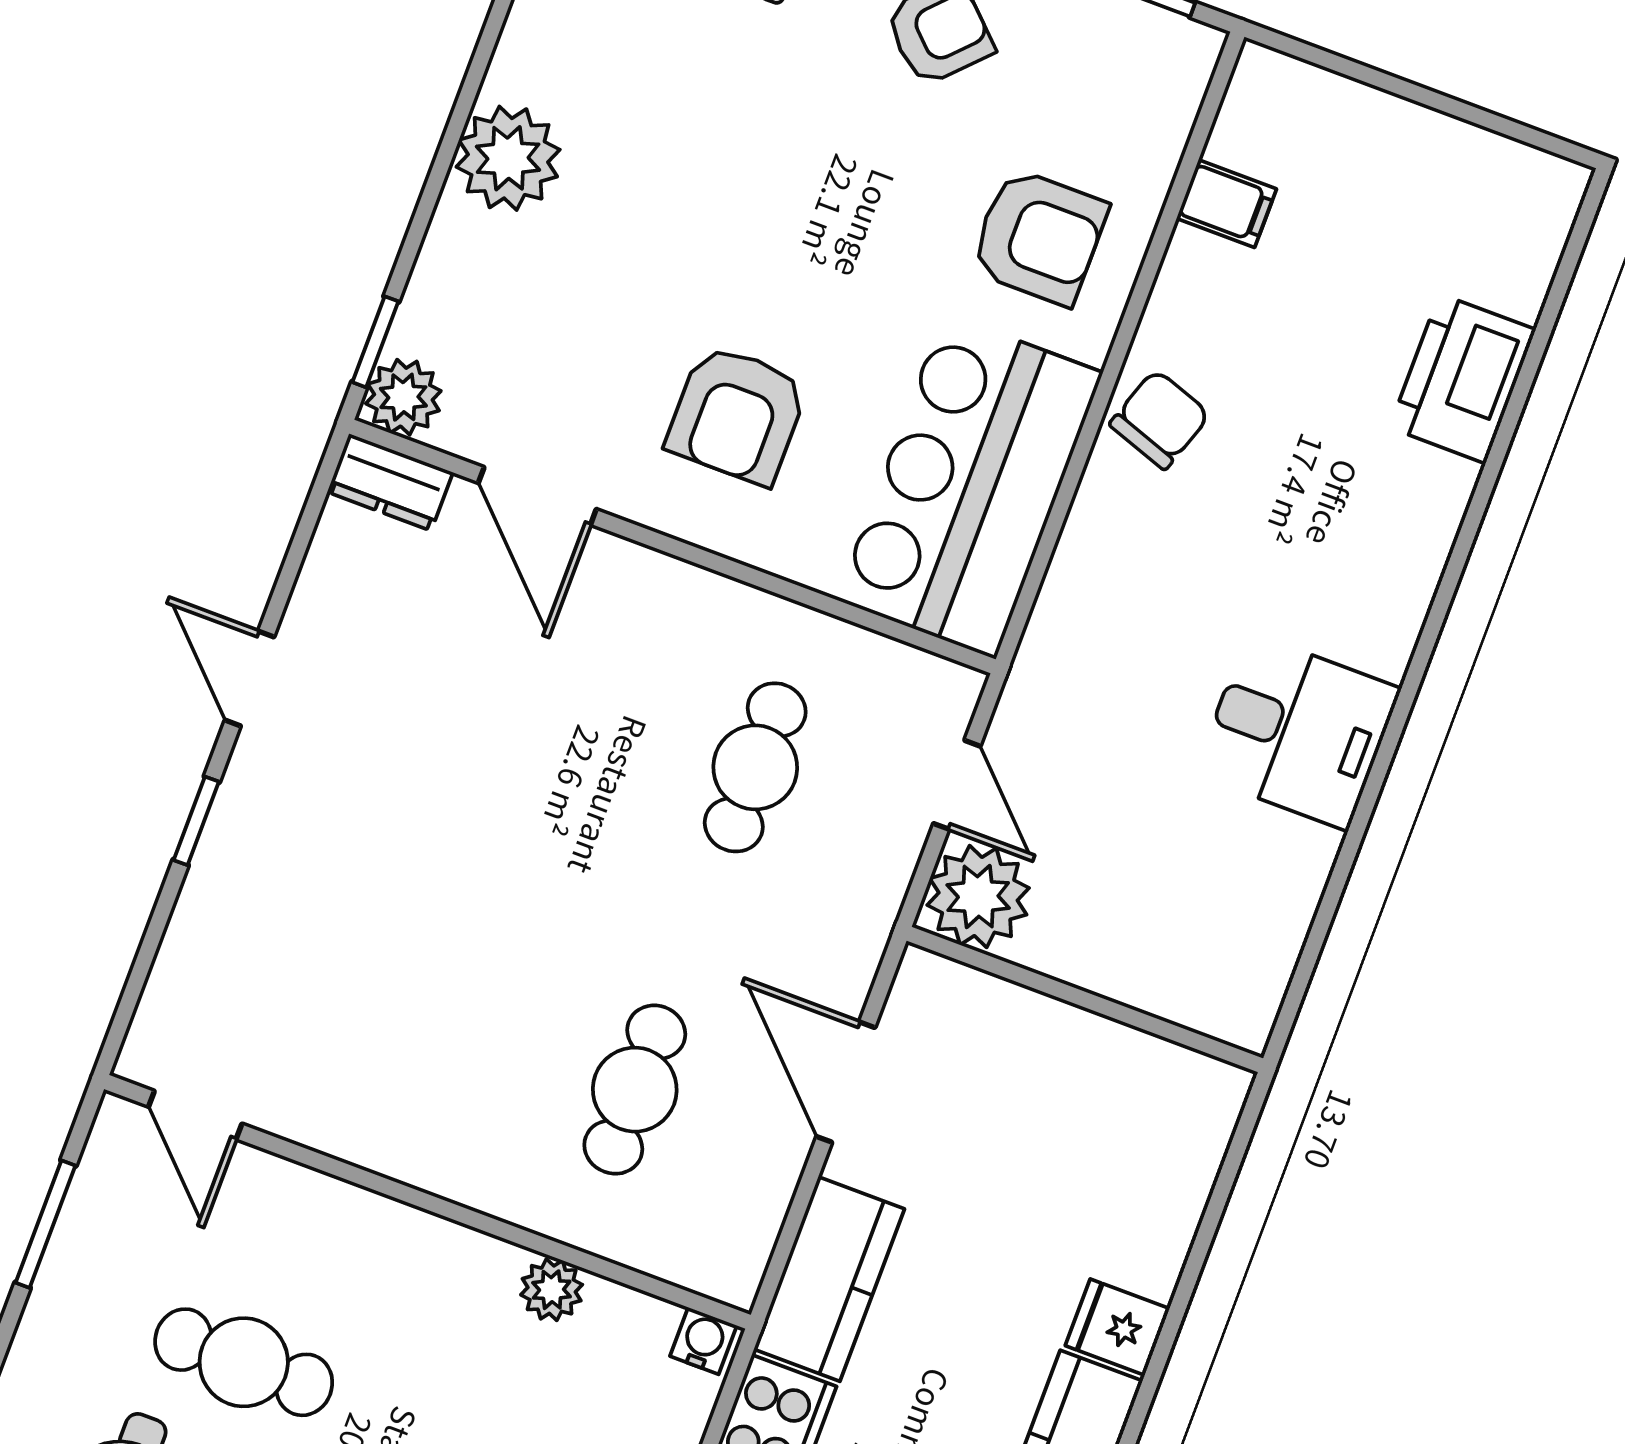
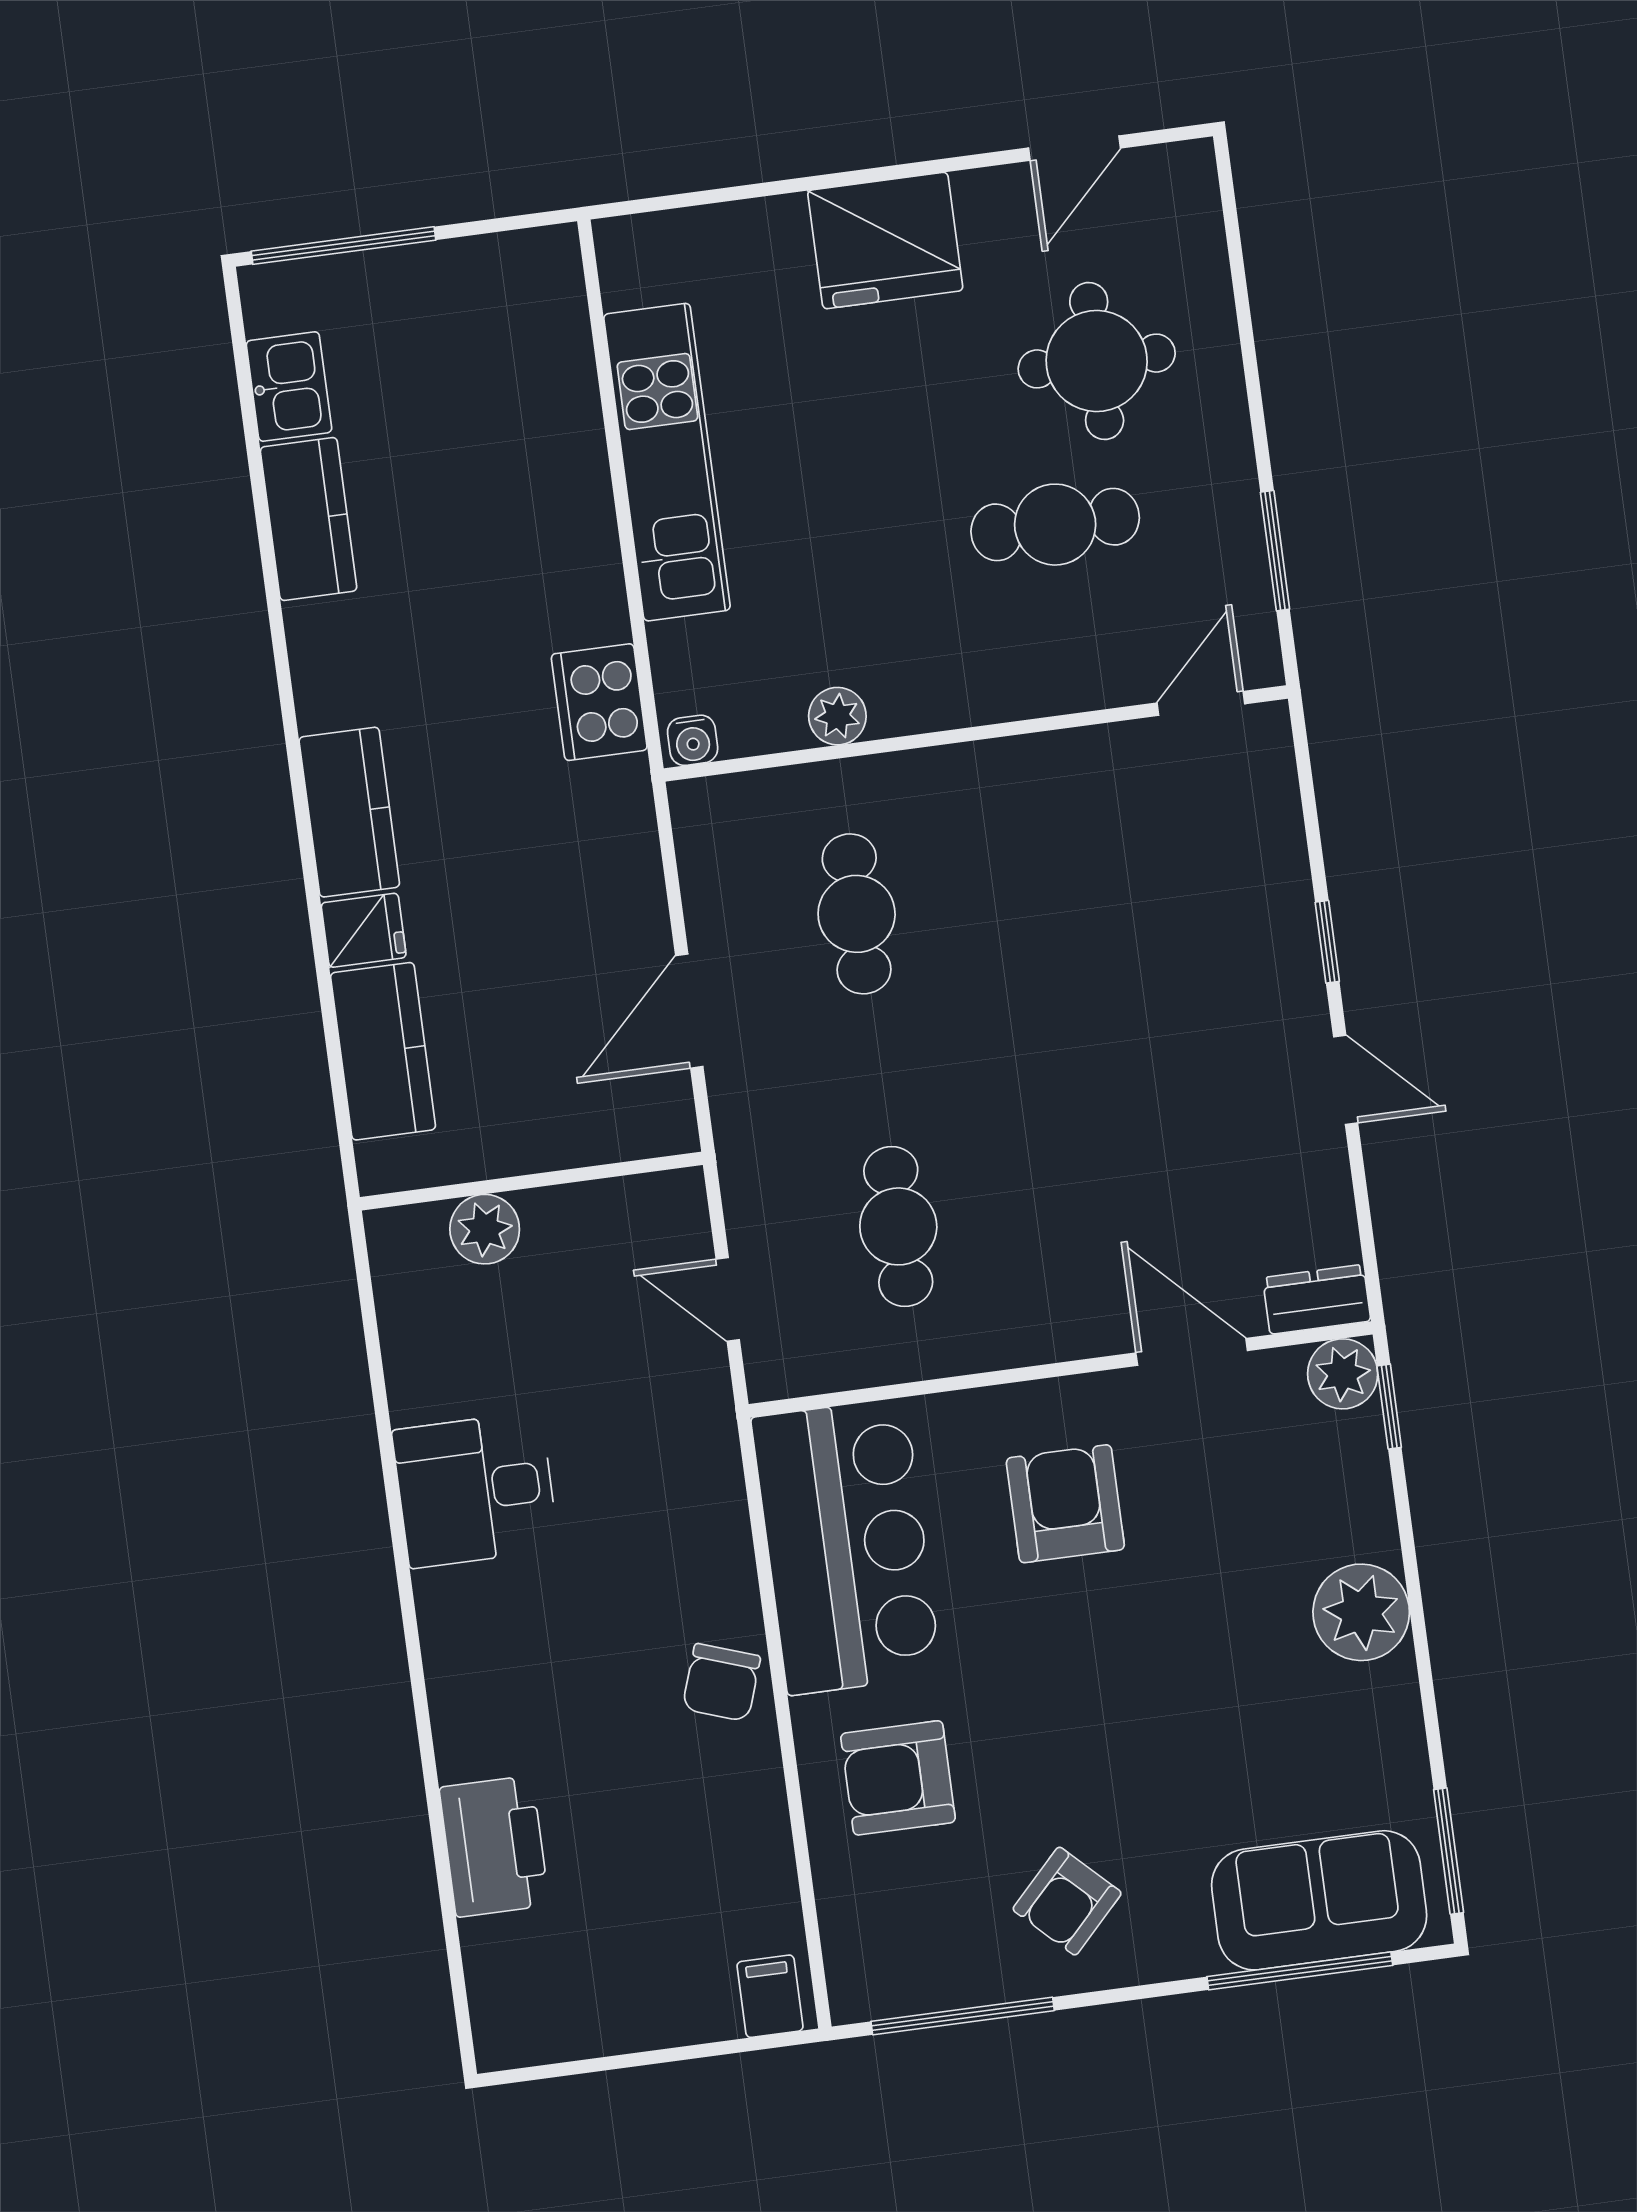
filing cabinet: (1226, 204) -> (770, 1996), moved, turned 90
plant: (978, 897) -> (485, 1229), moved, width x0.73, depth x0.73
door: (846, 1082) -> (689, 1011), swing flipped
door: (195, 1115) -> (1201, 703), hinge flipped
kitchen counter: (829, 1279) -> (383, 1051), moved, turned 180

